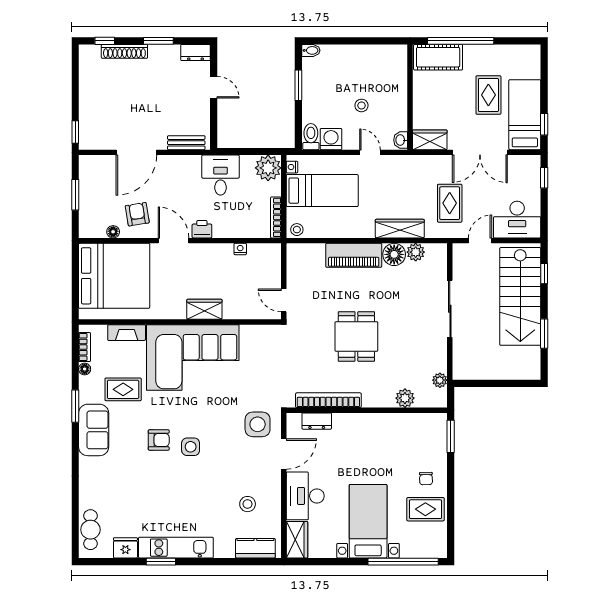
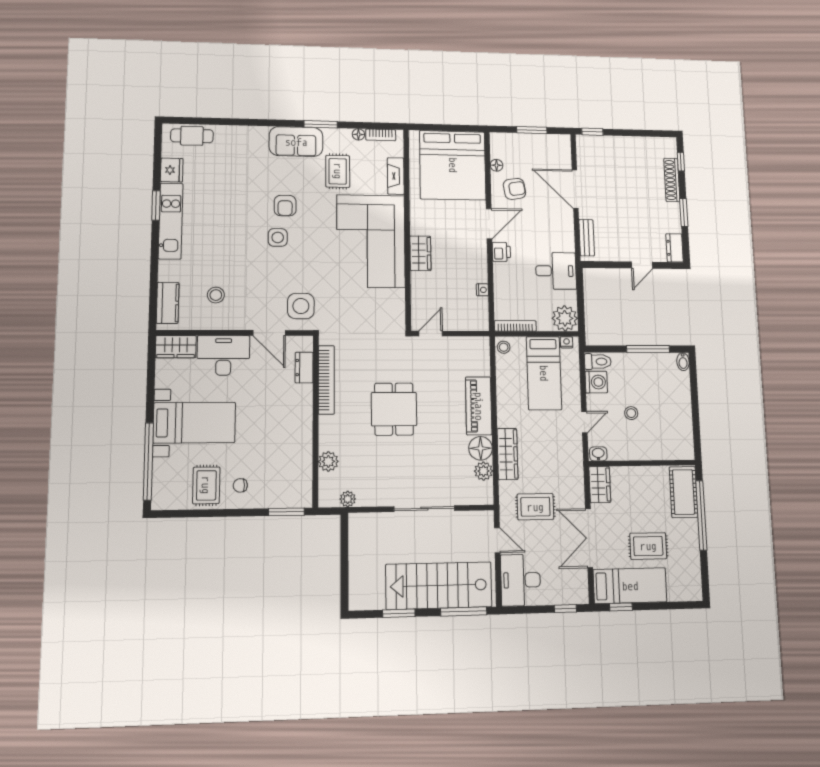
window: (298, 85) -> (648, 349), width x1.44
window: (544, 274) -> (464, 611), width x2.17
dining table: (356, 336) -> (394, 409), turned 90

